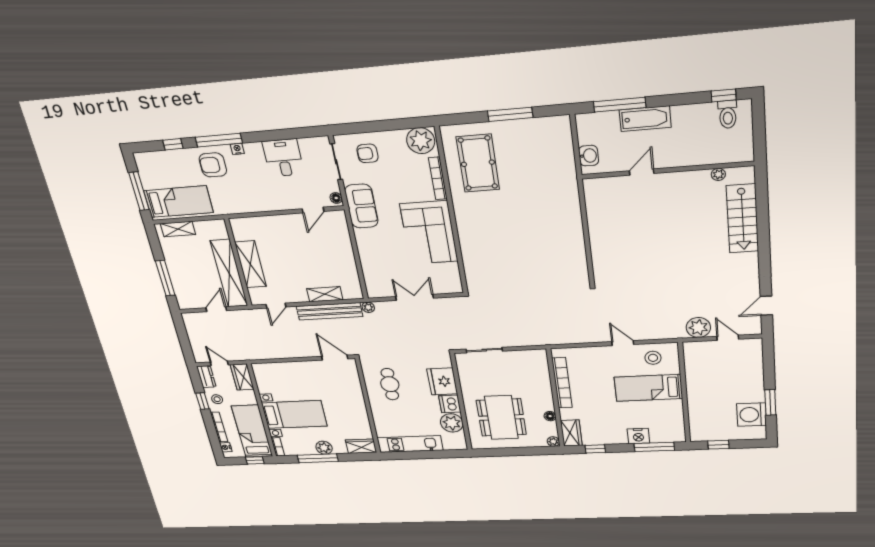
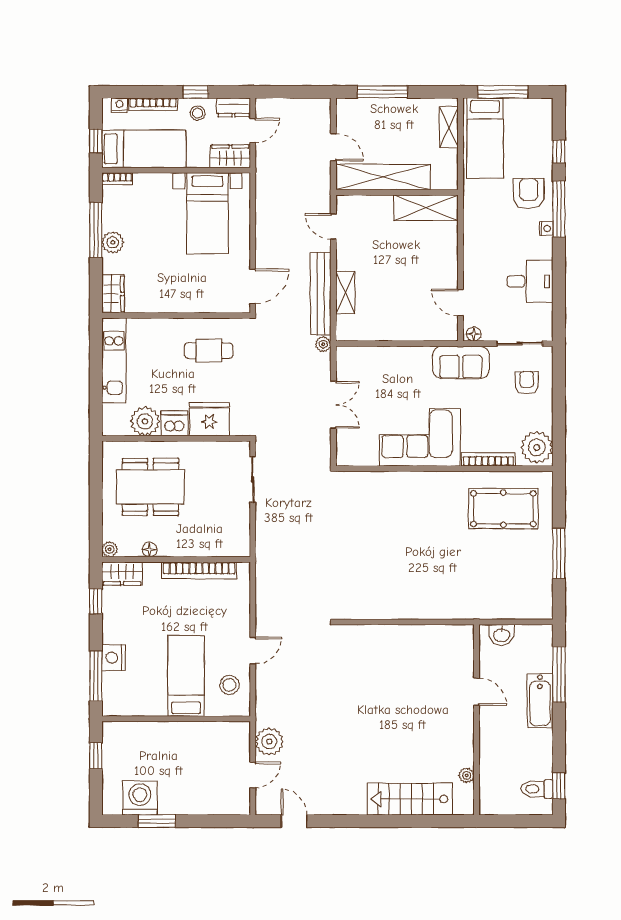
shelving: (251, 264) -> (426, 208), moved
bed with nightstands: (294, 414) -> (207, 213), moved

